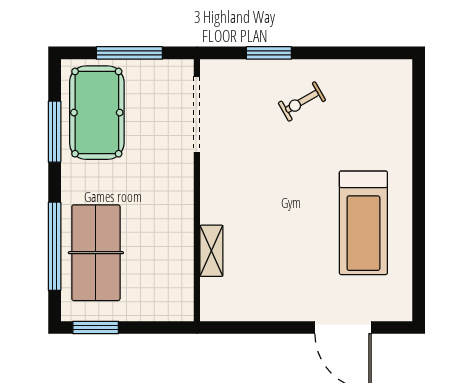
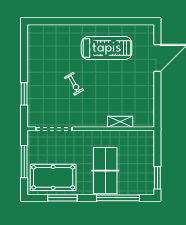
exercise bike: (302, 102) -> (74, 84), moved
table tennis table: (96, 253) -> (105, 171), moved, turned 90

